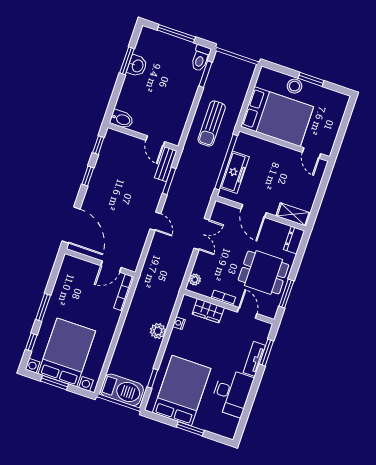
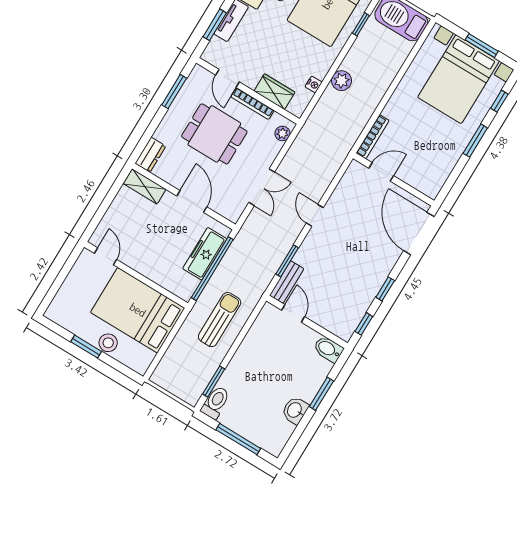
window: (127, 61) -> (321, 394), moved
double door: (202, 234) -> (262, 187), swing flipped
dining table: (263, 272) -> (214, 134), moved
bookcase: (223, 298) -> (252, 104), width x1.56

